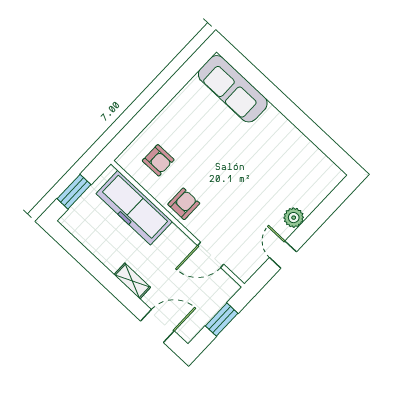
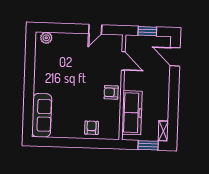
armchair: (158, 160) -> (92, 128), moved
plant: (294, 218) -> (46, 38), moved
shelving: (132, 281) -> (163, 131), moved

